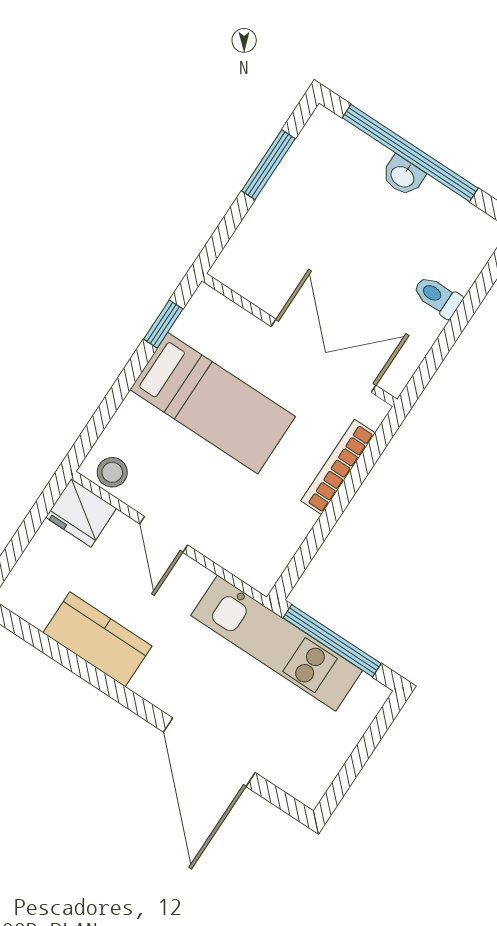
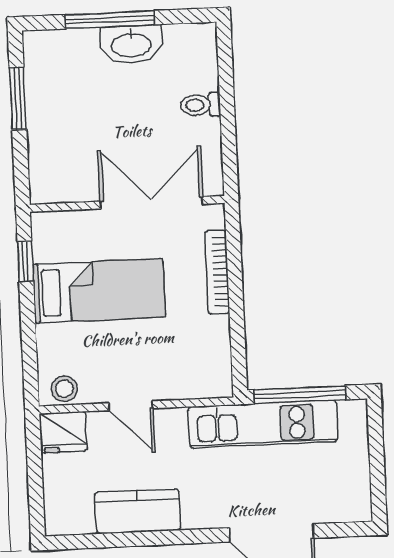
window: (410, 153) -> (110, 20), width x0.68
washbasin: (403, 176) -> (131, 44), width x1.91, depth x1.45

